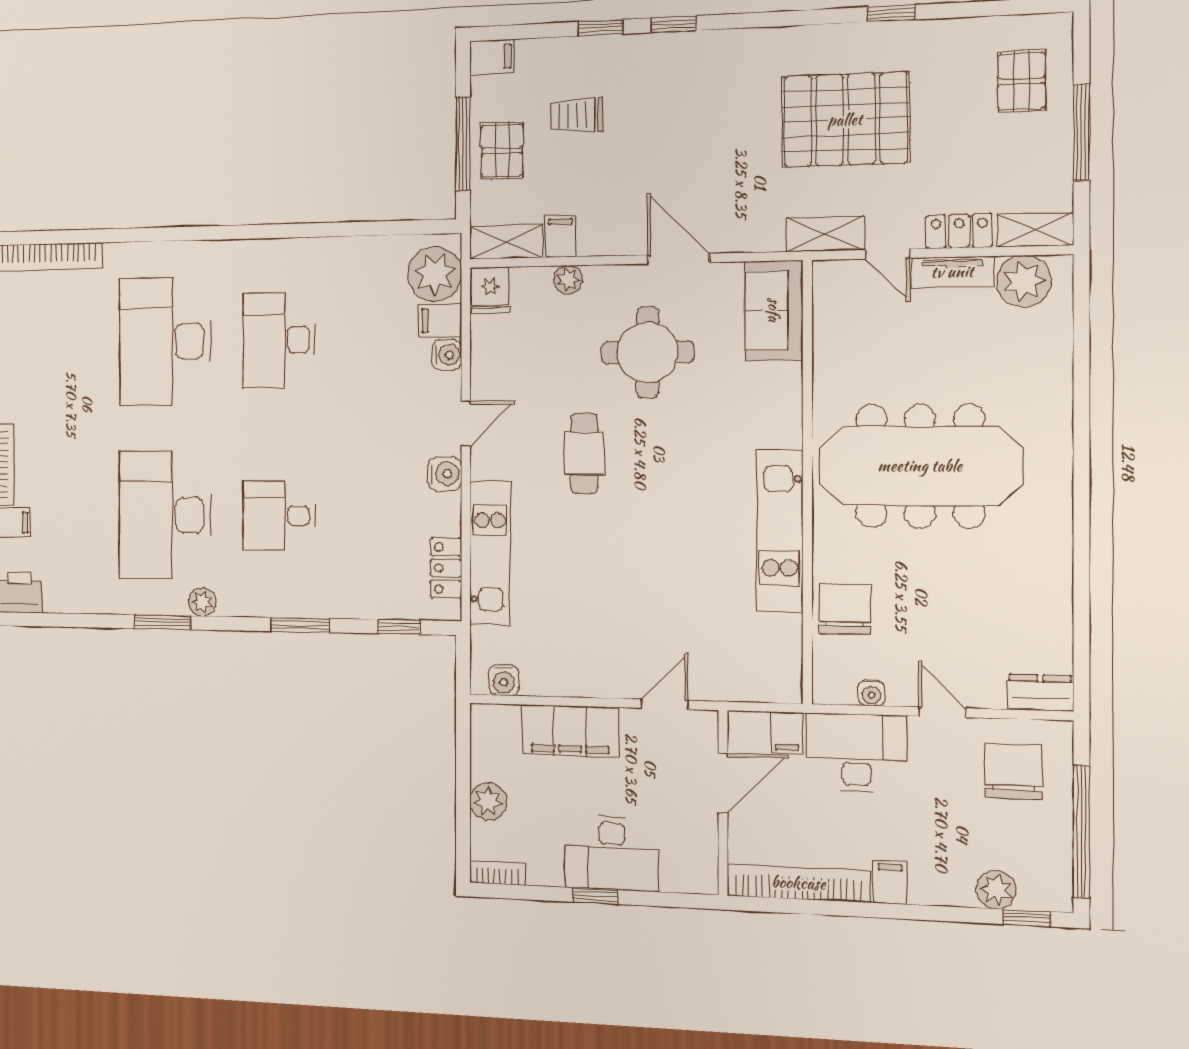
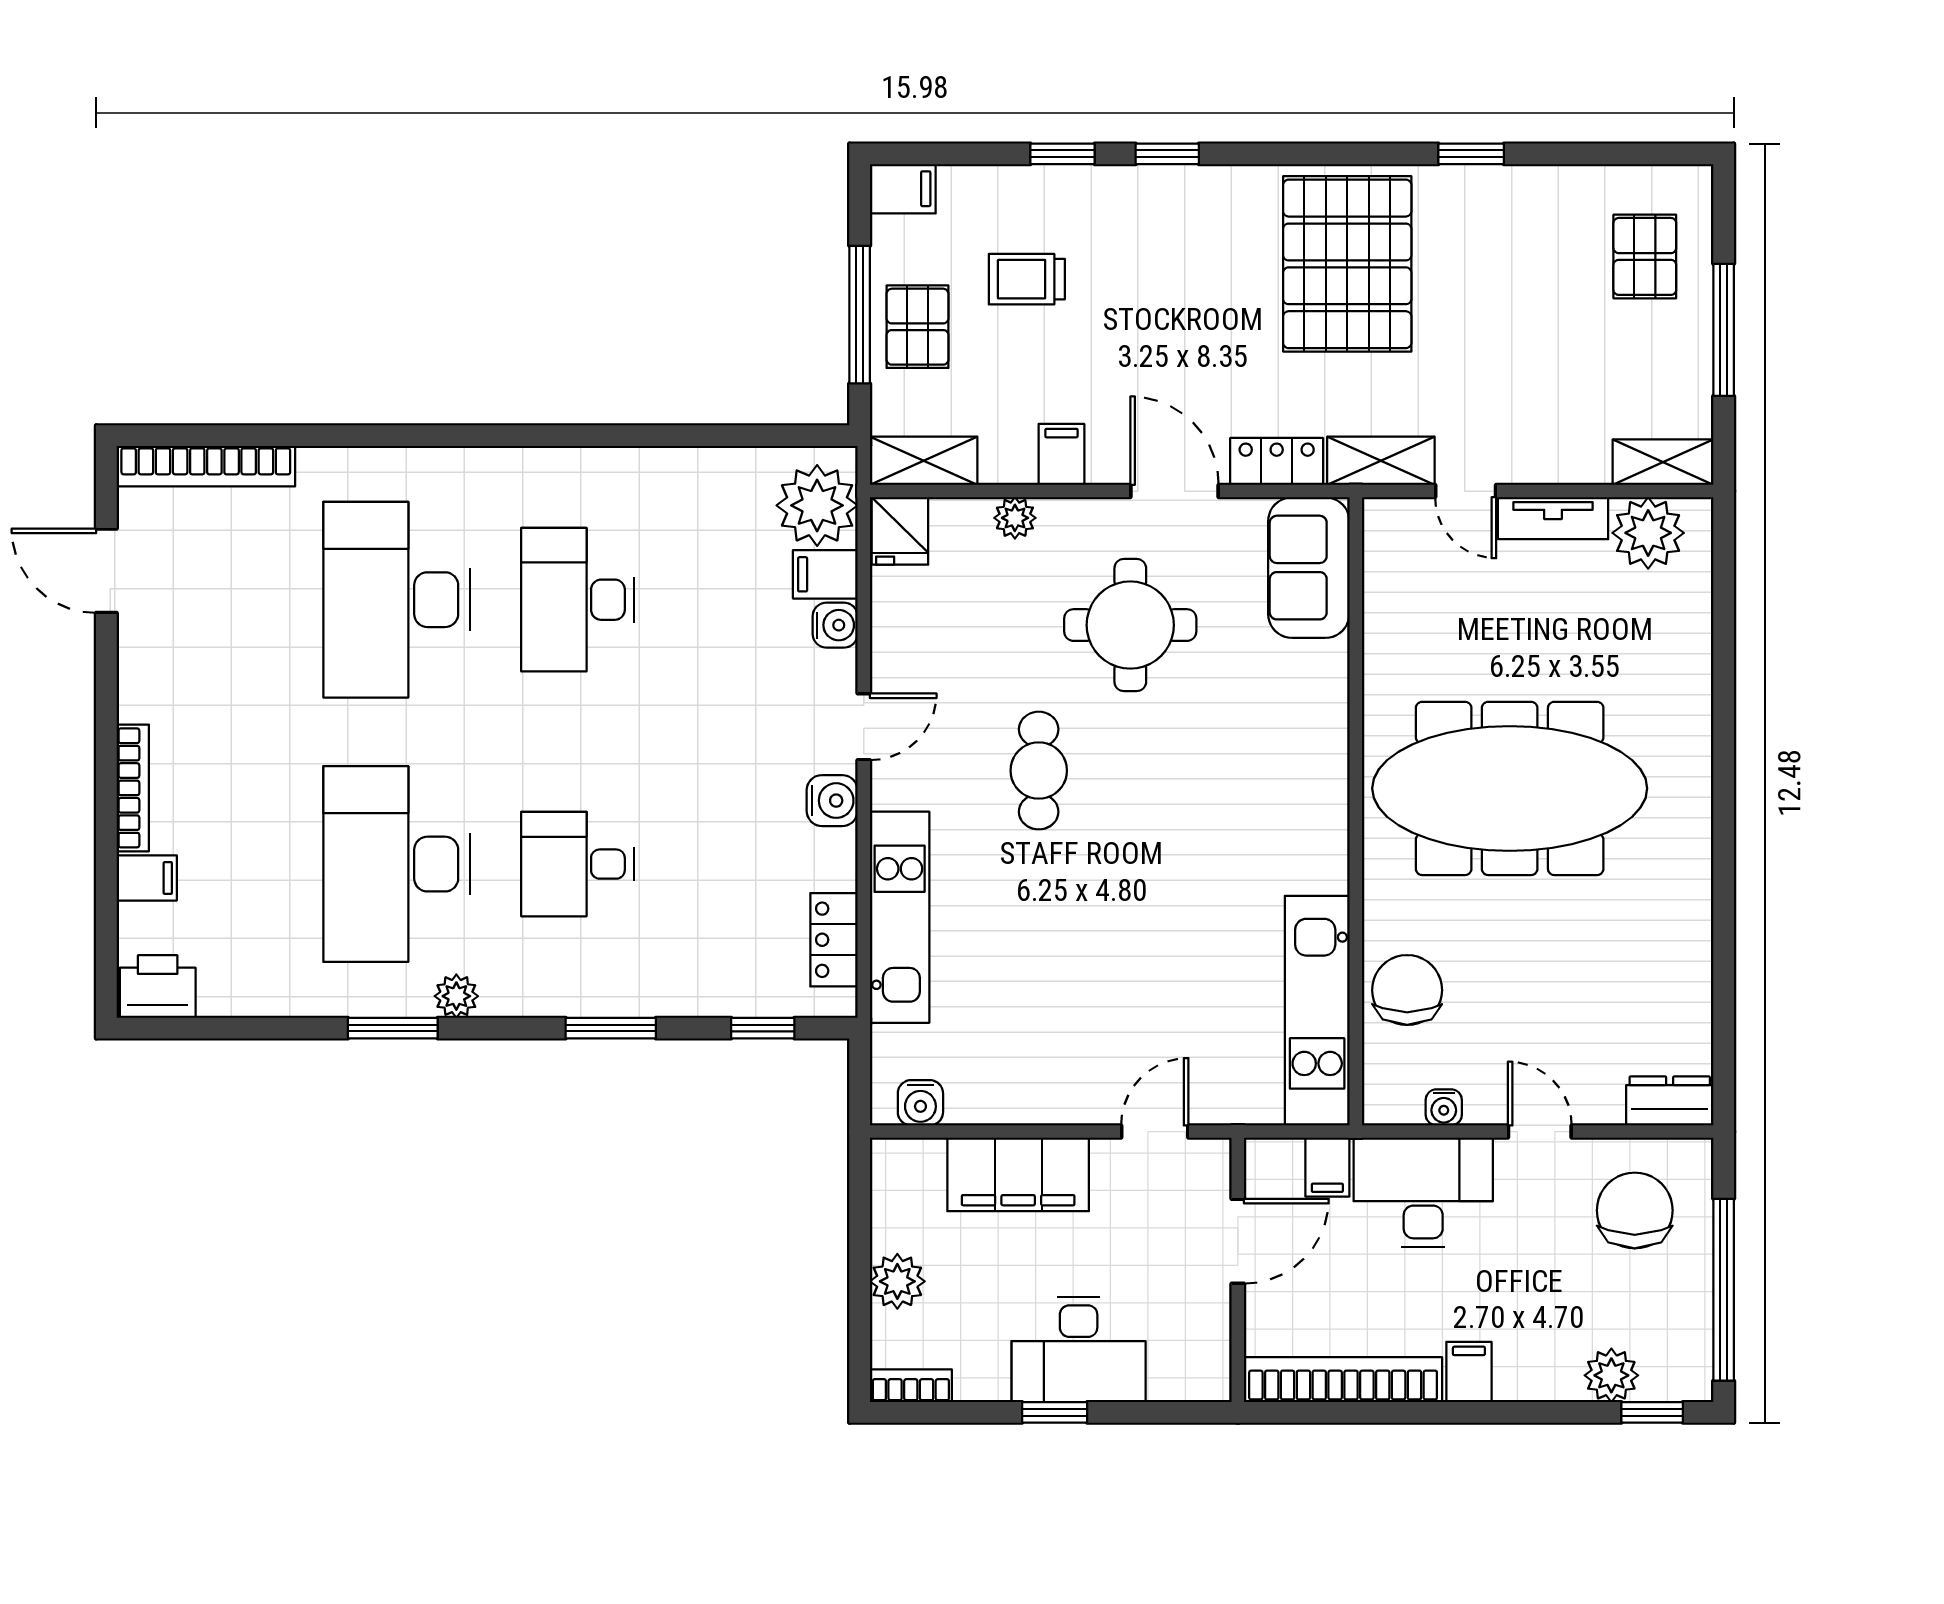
pallet: (845, 120) -> (1347, 264), moved, turned 90
locker: (959, 231) -> (1277, 461), moved
filing cabinet: (561, 236) -> (1061, 454), moved
kitchen unit: (780, 531) -> (1317, 1011), moved

